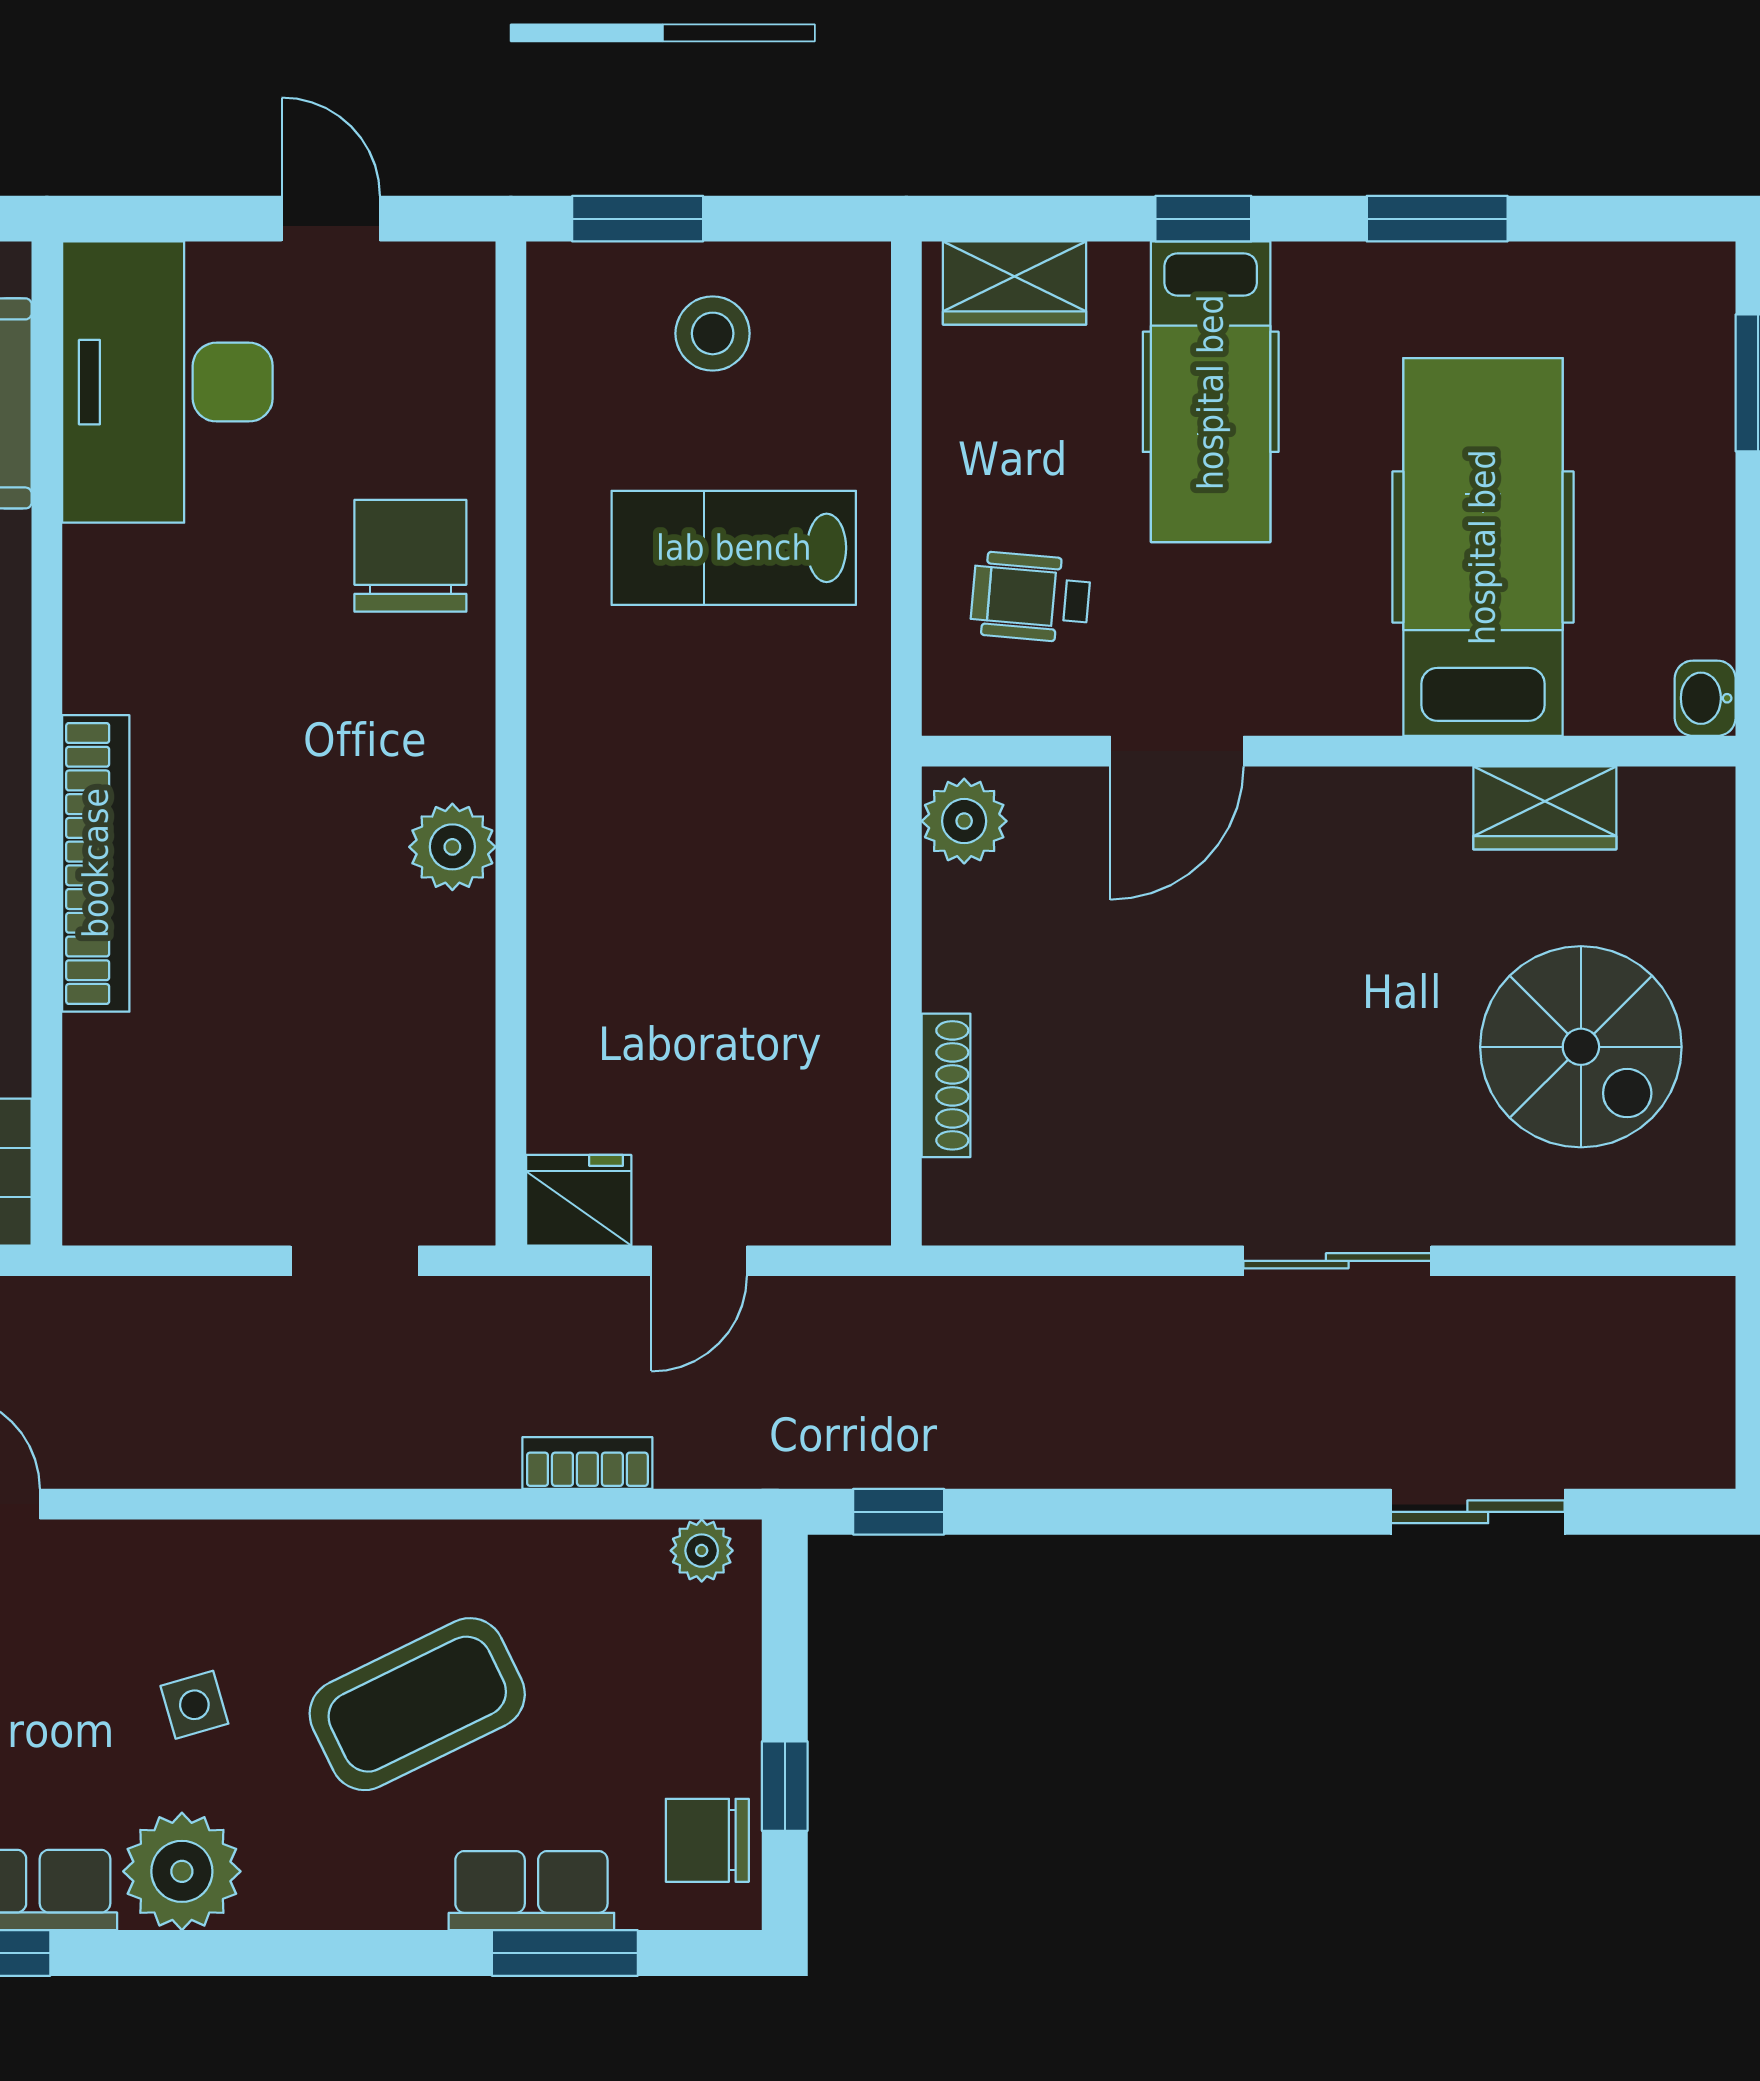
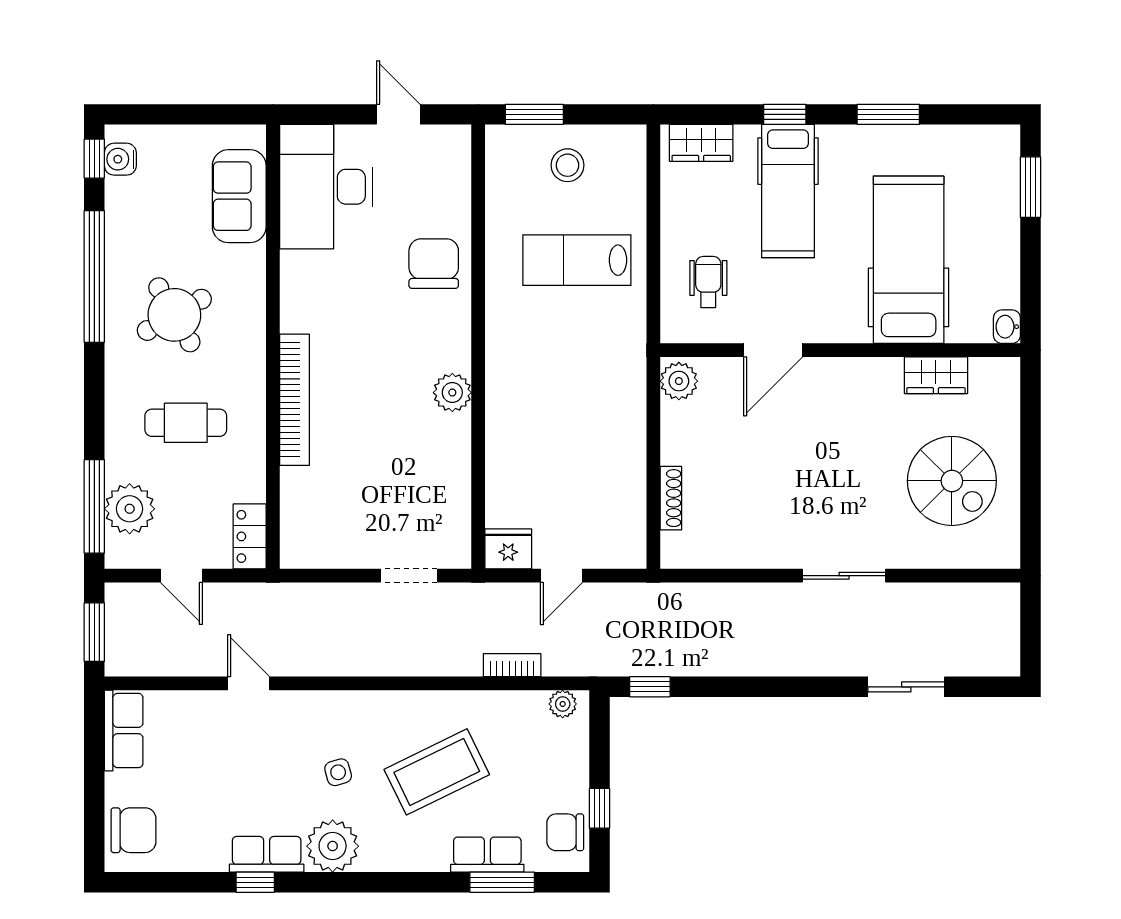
wheelchair: (1031, 597) -> (708, 282), turned 85

